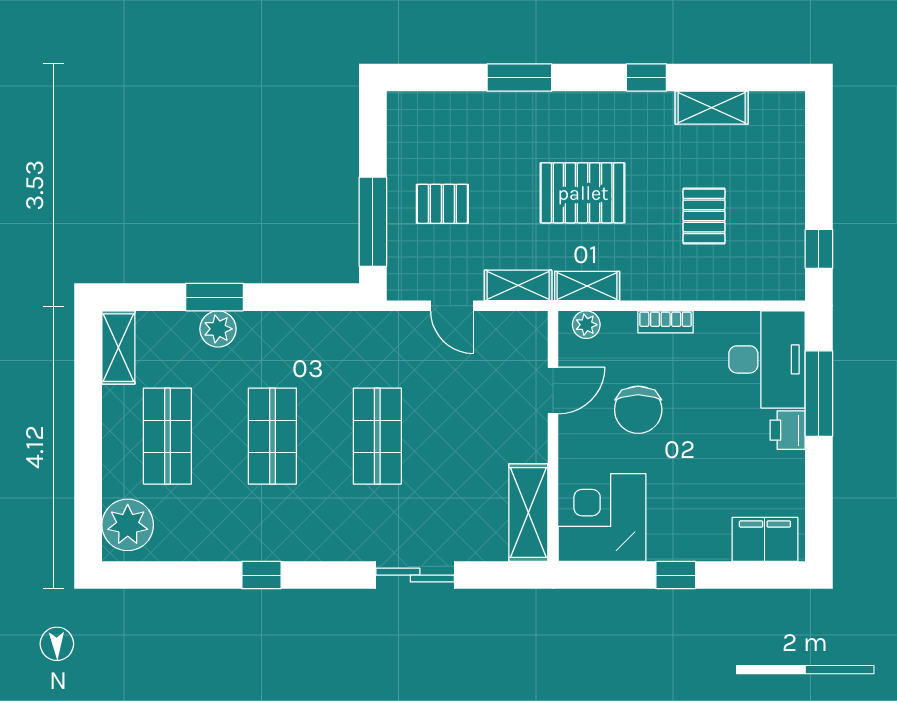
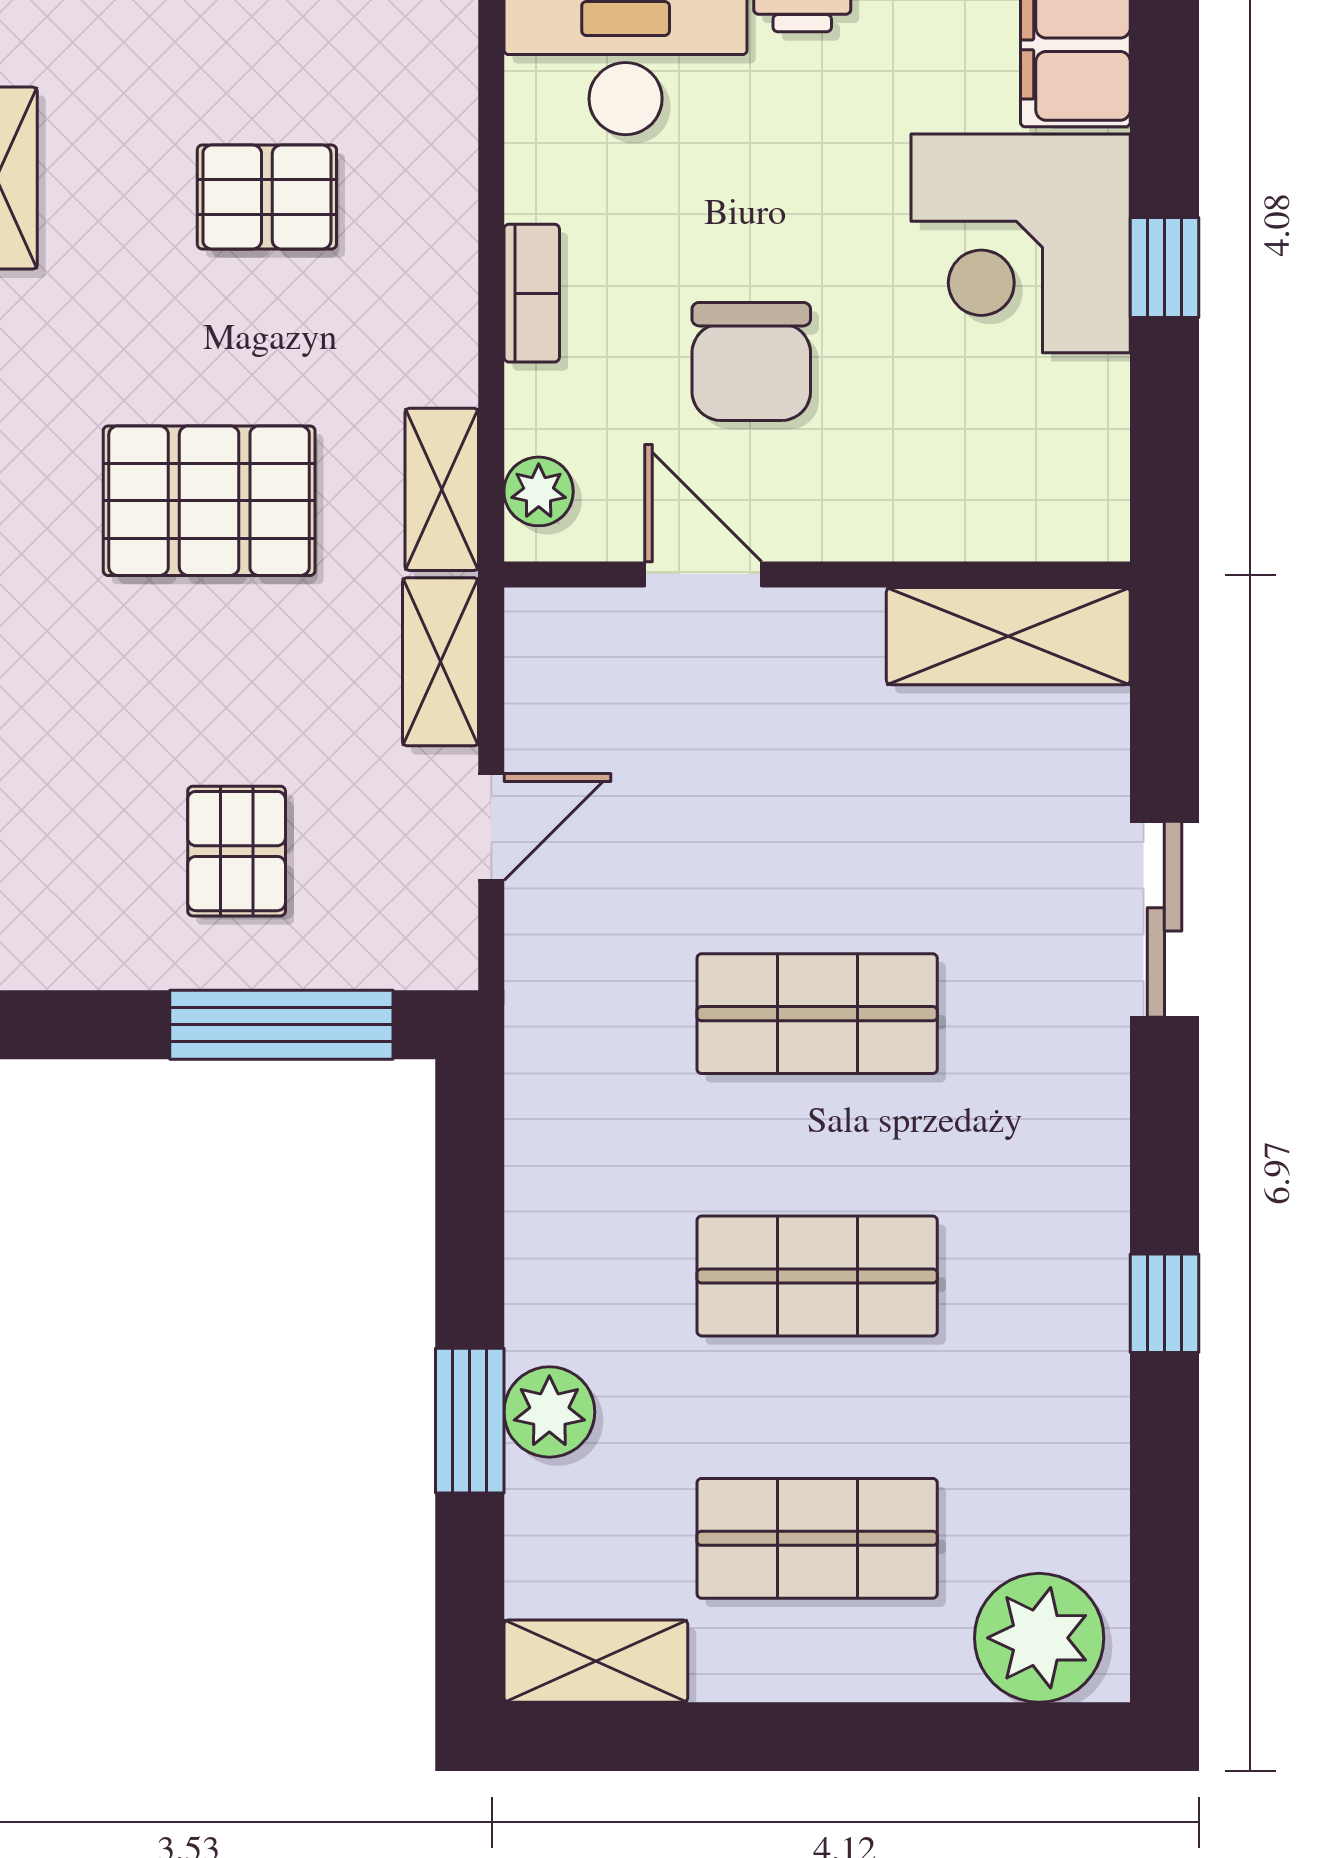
pallet: (583, 193) -> (209, 501), turned 90
chair: (638, 410) -> (751, 362), turned 90
corner desk: (602, 518) -> (1021, 243), moved

